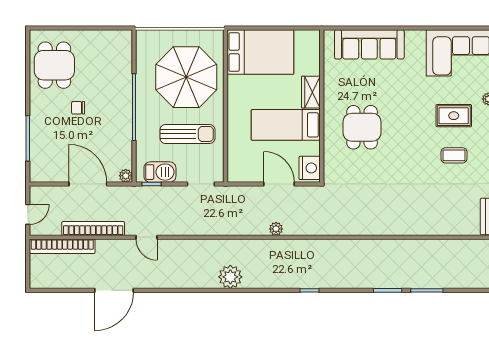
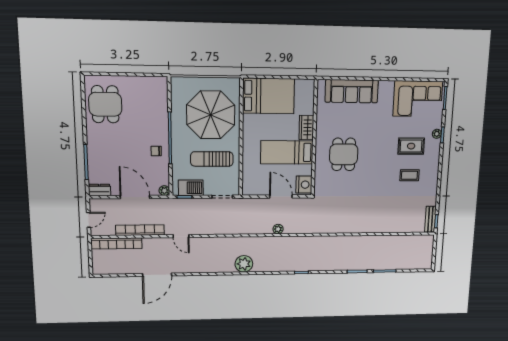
chair: (78, 108) -> (156, 151), moved
sun lounger: (187, 134) -> (212, 159), turned 180
dresser: (43, 175) -> (100, 190), added

